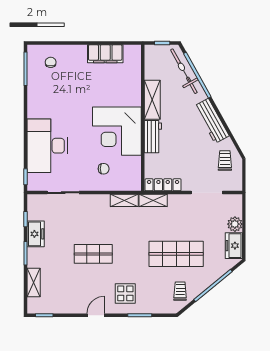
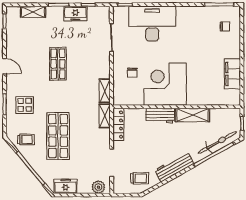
plant: (235, 224) -> (98, 187), moved
display table: (125, 293) -> (25, 105), moved

